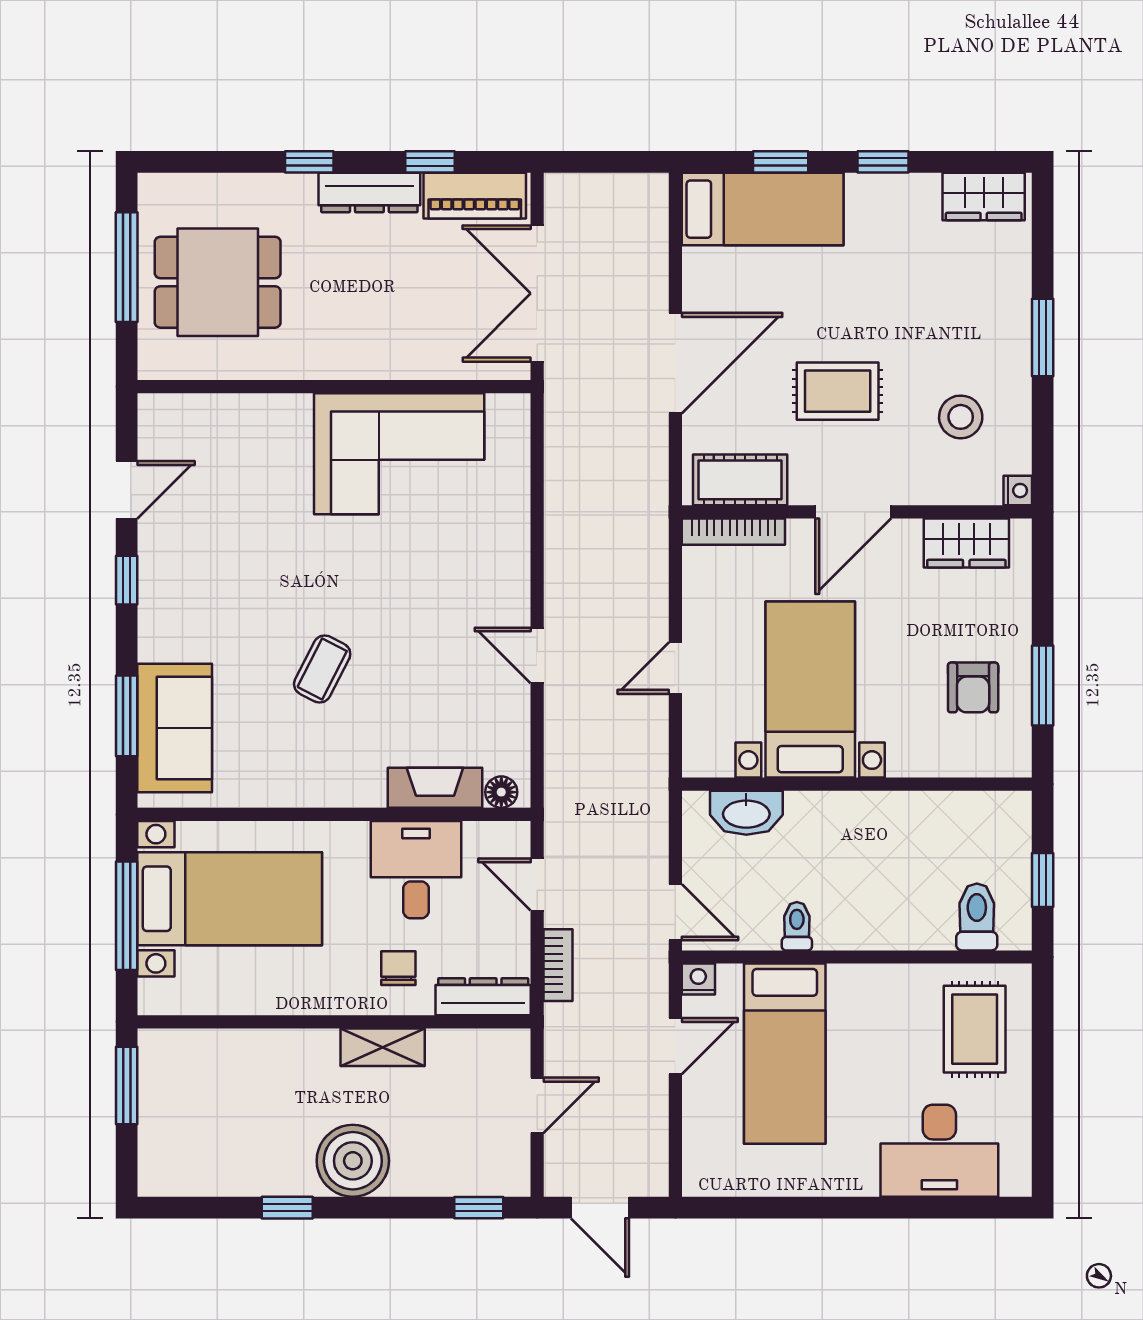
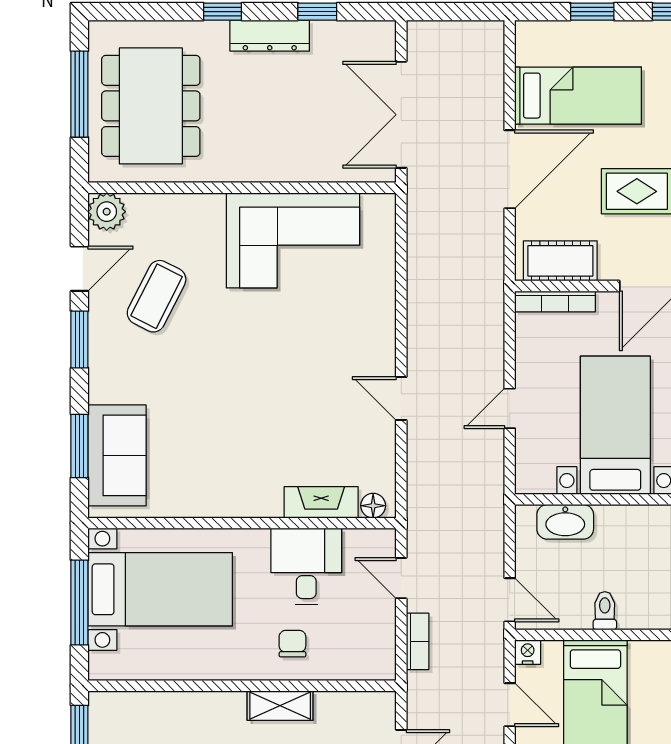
piano: (475, 196) -> (352, 38), removed
bed: (763, 209) -> (578, 96), moved
dining table: (218, 282) -> (151, 106), width x1.38
plant: (161, 417) -> (107, 212), added
window: (127, 580) -> (79, 339), width x1.50
coffee table: (322, 669) -> (157, 296), moved, width x1.36, depth x1.30
dresser: (483, 997) -> (359, 666), removed
door: (675, 1046) -> (510, 705), hinge flipped

